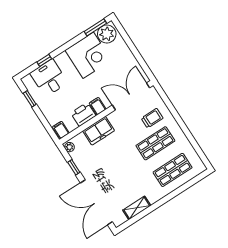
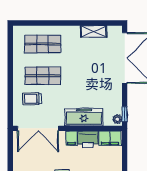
filing cabinet: (61, 130) -> (110, 138), width x2.00
freezer: (99, 131) -> (84, 117), width x1.40
window: (74, 167) -> (125, 114), moved

